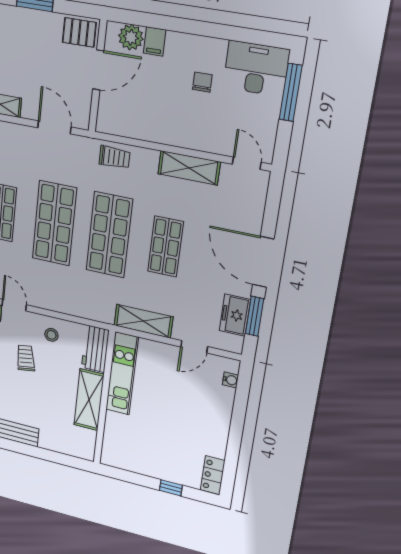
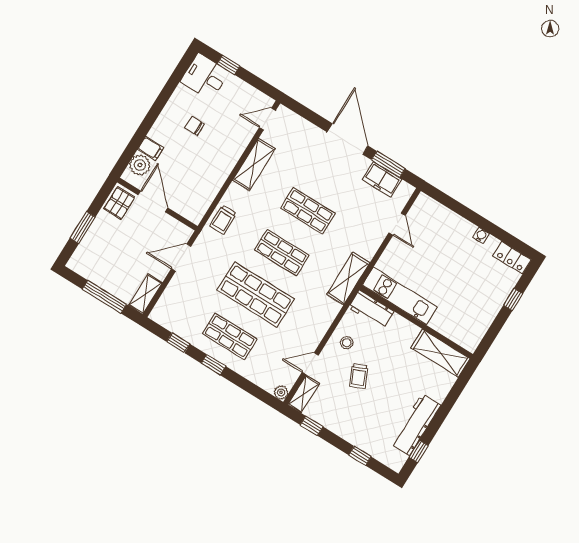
desk: (256, 69) -> (205, 77), width x0.73
window: (291, 92) -> (229, 65), width x0.46
trolley: (115, 157) -> (223, 220), turned 180
shop shelf: (109, 235) -> (282, 253), width x0.70, depth x0.74
door: (263, 262) -> (347, 139), swing flipped
shelving: (143, 321) -> (348, 279), moved
trolley: (26, 358) -> (359, 376), turned -105
water cooler: (230, 380) -> (481, 235), moved
shelving: (89, 400) -> (441, 353), moved

